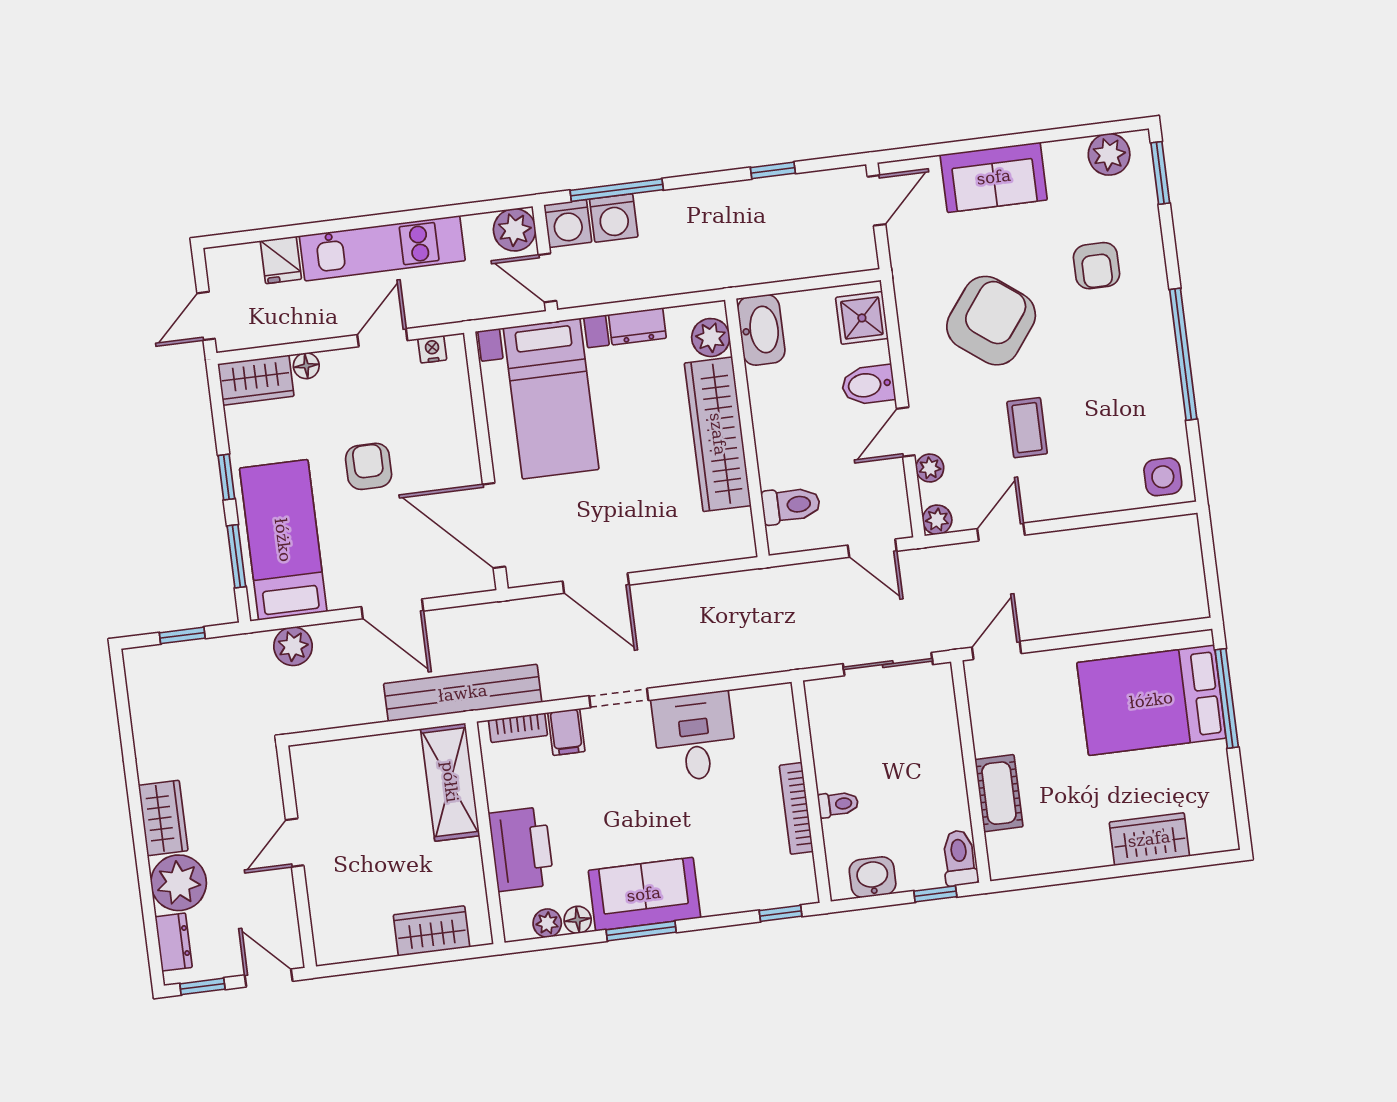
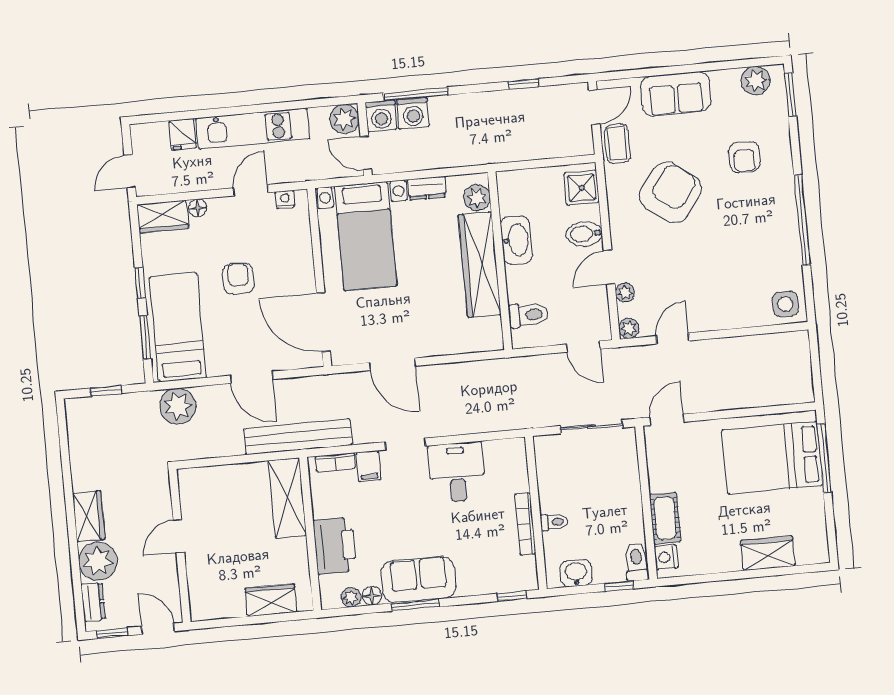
washbasin: (761, 330) -> (516, 240), moved
coffee table: (1027, 428) -> (617, 144), moved
plant: (293, 646) -> (178, 406), width x1.36, depth x1.36
nightstand: (1002, 850) -> (666, 557), added

